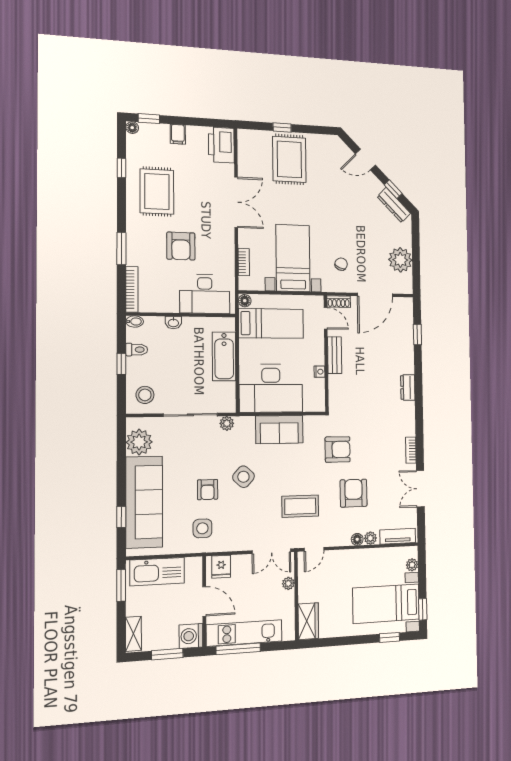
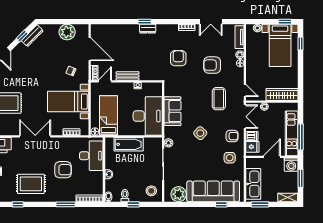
window: (417, 334) -> (145, 22), moved
armchair: (338, 449) -> (178, 58), moved
armchair: (208, 490) -> (232, 136), moved
dishwasher: (239, 565) -> (252, 136), added
wardrobe: (308, 621) -> (282, 95), width x1.50

